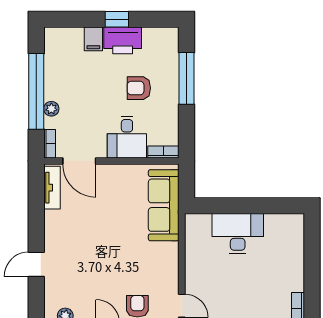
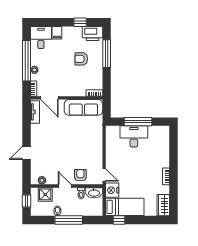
window: (117, 19) -> (80, 22), moved
printer: (123, 40) -> (92, 33), moved
desk: (127, 137) -> (41, 38), moved, turned 180
sofa: (164, 205) -> (83, 107), moved, turned -90
window: (245, 206) -> (138, 122), added

